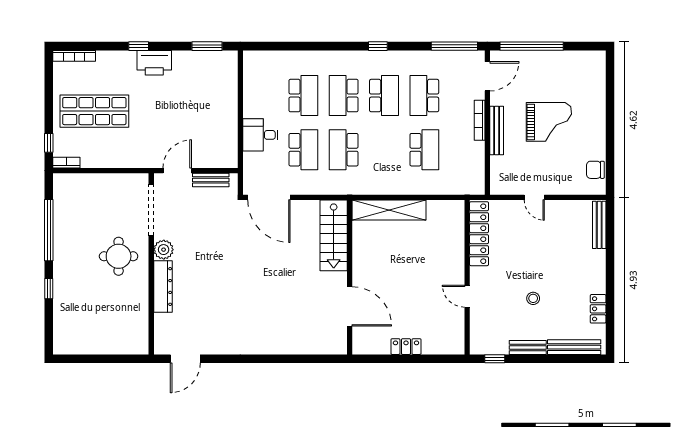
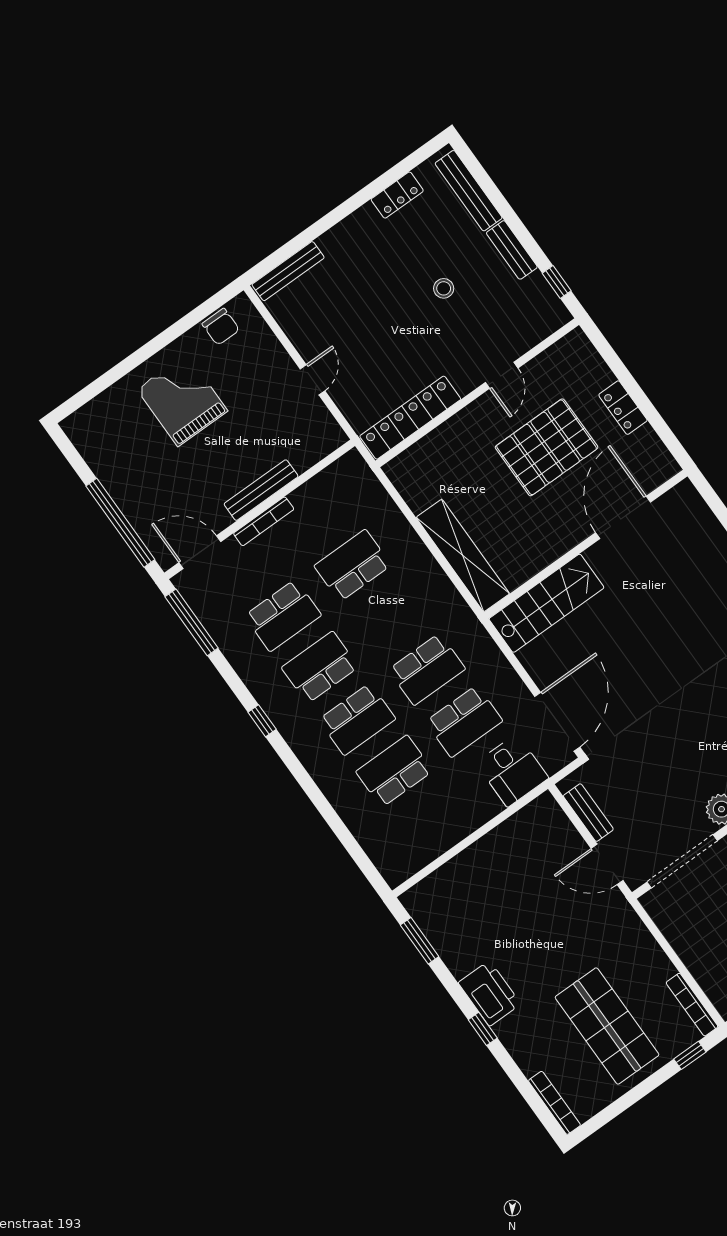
grand piano: (549, 122) -> (182, 400), moved
desk: (260, 135) -> (512, 770), moved
school desk: (303, 150) -> (464, 721), turned 180
bookcase: (66, 163) -> (692, 1005), width x1.56
pallet: (414, 293) -> (547, 447), added

